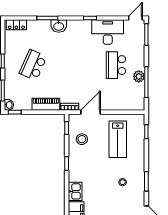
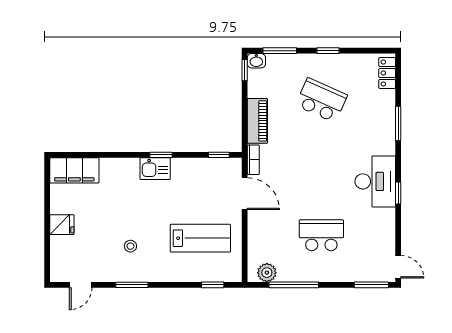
washbasin: (59, 26) -> (385, 142), removed
desk: (108, 32) -> (375, 181), moved
plant: (139, 76) -> (267, 273), moved
stool: (82, 139) -> (201, 180), removed
lab bench: (118, 139) -> (200, 238), turned 180
kitchen sink: (75, 191) -> (155, 169), moved

